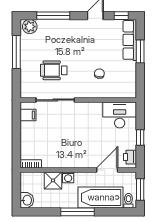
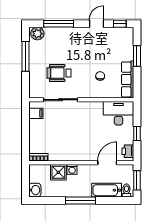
row of seats: (130, 40) -> (128, 79), moved
bathtub: (101, 197) -> (107, 190), width x0.73, depth x0.73

